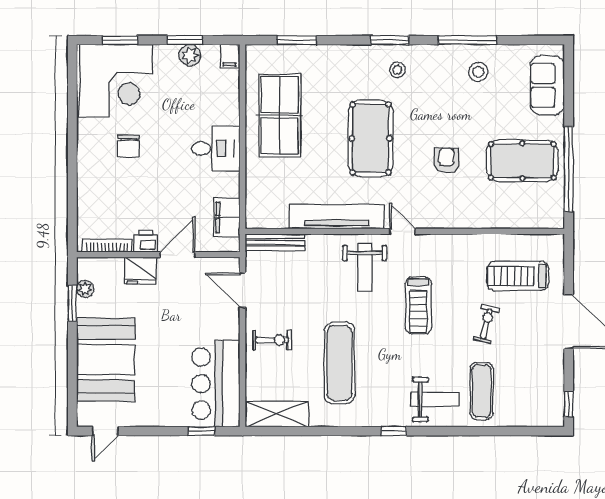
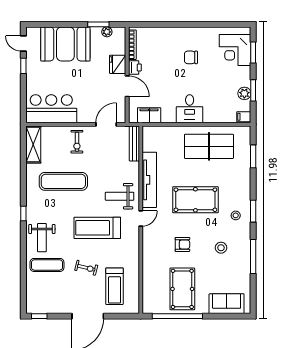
stool: (478, 72) -> (221, 248), moved
corner desk: (116, 81) -> (235, 50), width x0.74, depth x0.74
treadmill: (518, 276) -> (115, 286), turned 180
treadmill: (418, 305) -> (97, 228), width x1.37, depth x1.37
window: (202, 431) -> (23, 66), moved

